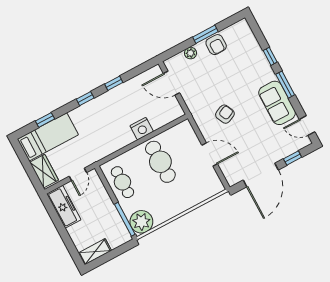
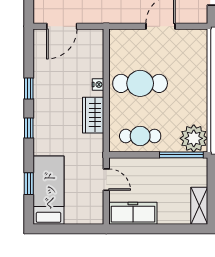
nightstand: (142, 129) -> (98, 85), width x0.53, depth x0.56
wardrobe: (44, 171) -> (93, 115), moved, turned -90

